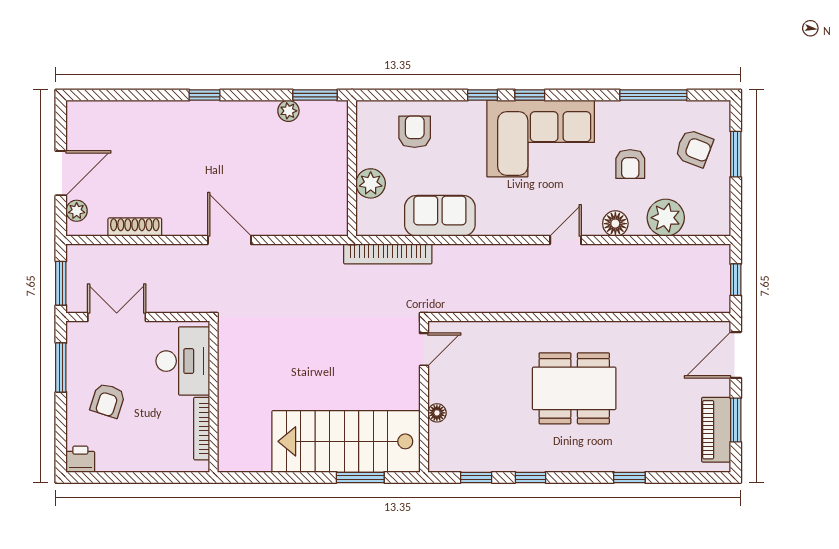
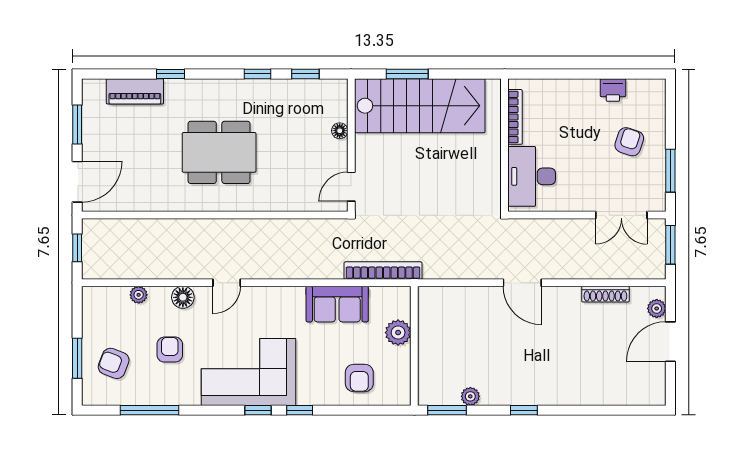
window: (205, 95) -> (524, 410), moved
plant: (666, 218) -> (139, 295), width x0.53, depth x0.53
desk: (183, 361) -> (532, 176), moved
wall: (214, 397) -> (505, 145), moved
bookcase: (202, 429) -> (515, 117), moved
piano: (716, 430) -> (135, 91), moved, turned 90
printer: (80, 459) -> (613, 90), moved

